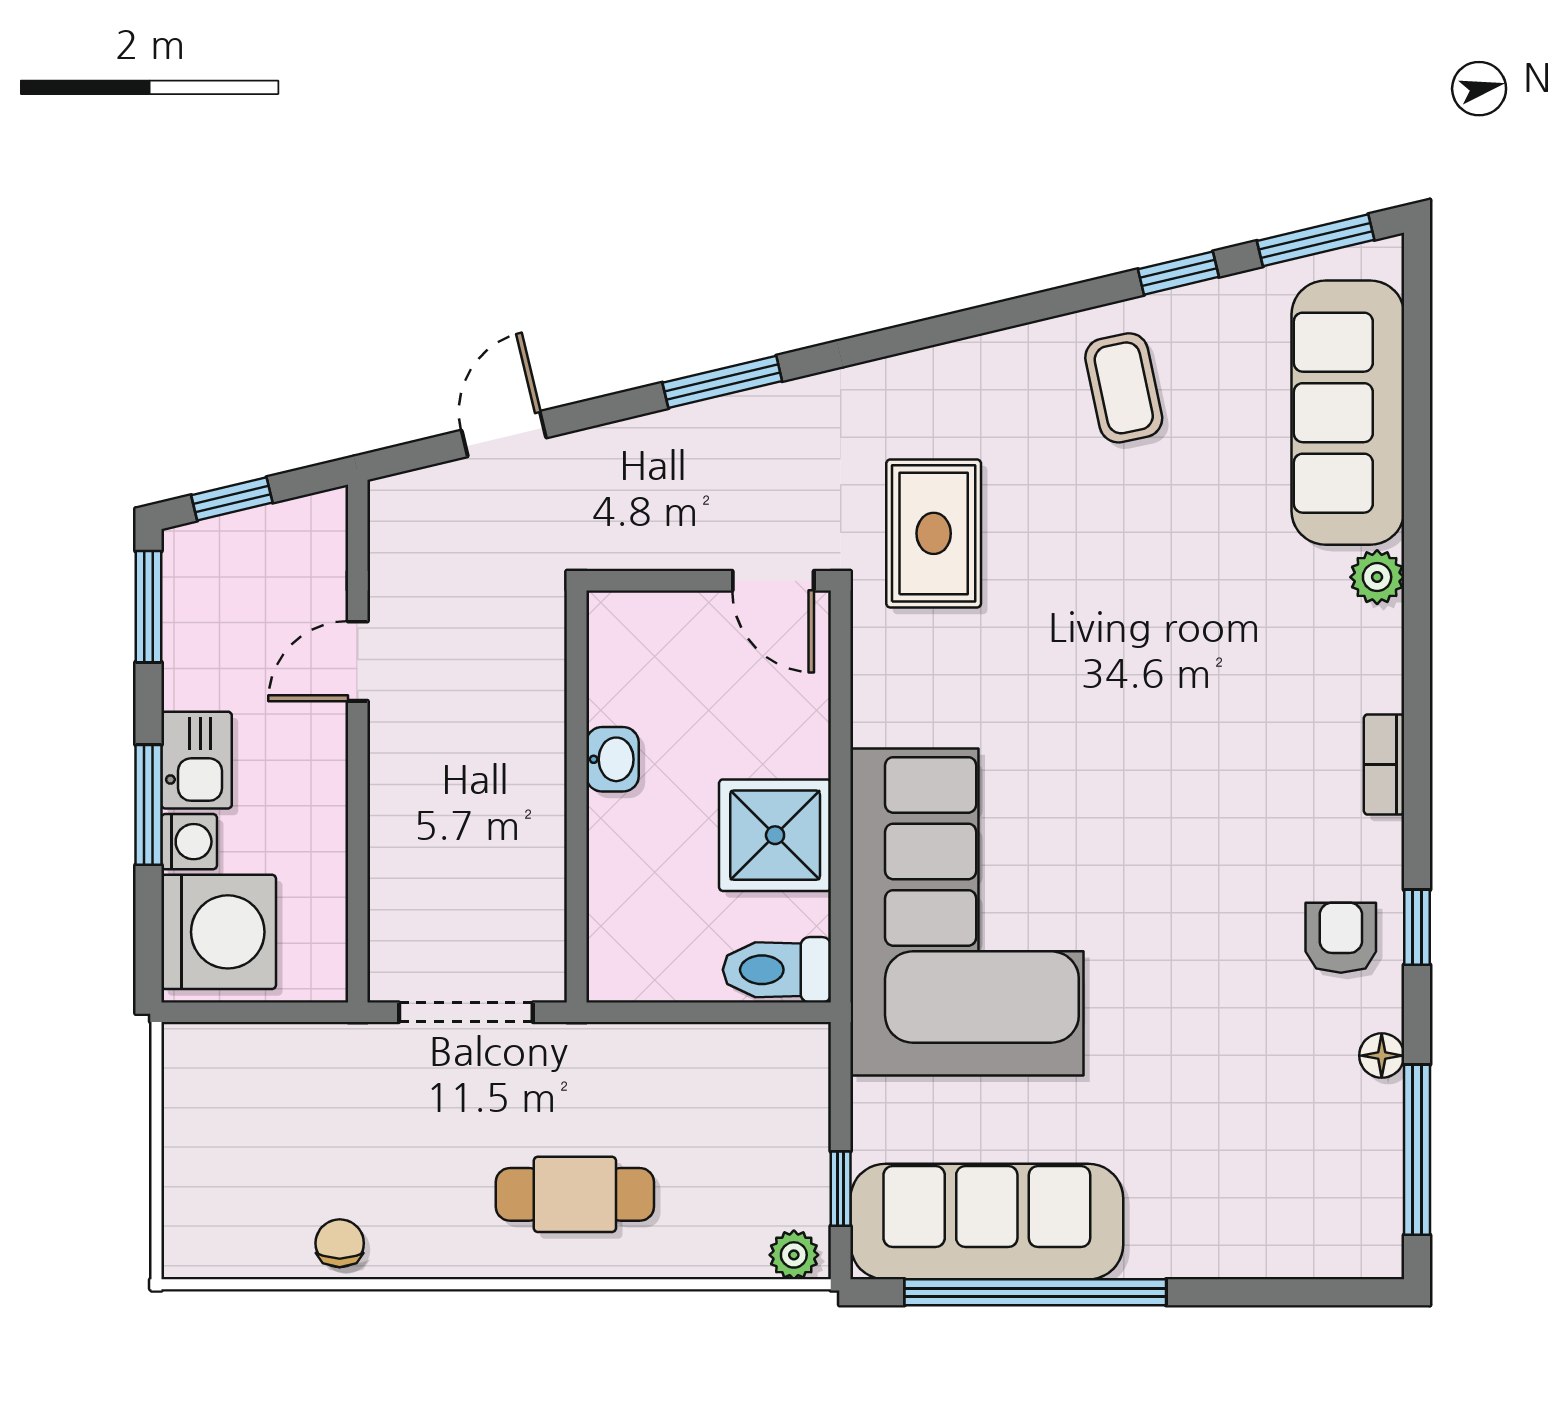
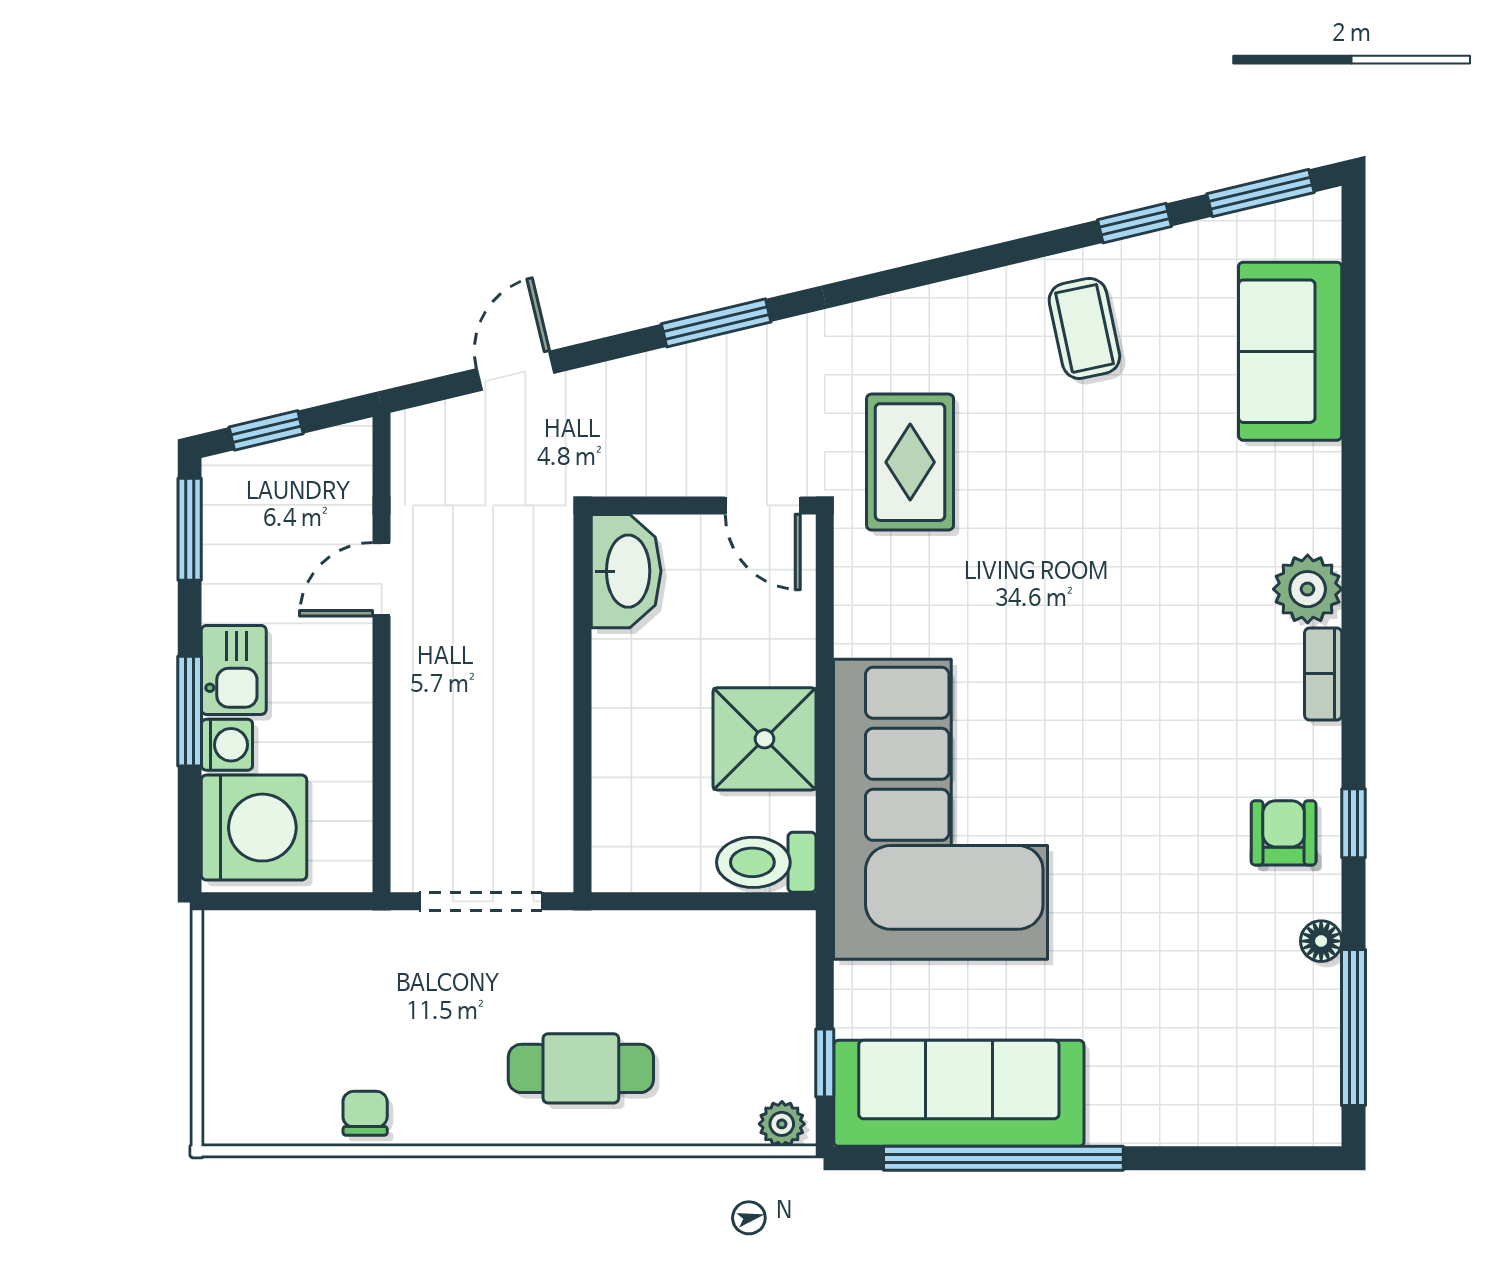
sofa: (1348, 413) -> (1290, 351), width x0.73
plant: (1377, 577) -> (1308, 589), moved, width x1.38, depth x1.38
washbasin: (612, 759) -> (626, 571), moved, width x1.91, depth x1.45

